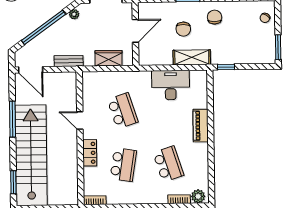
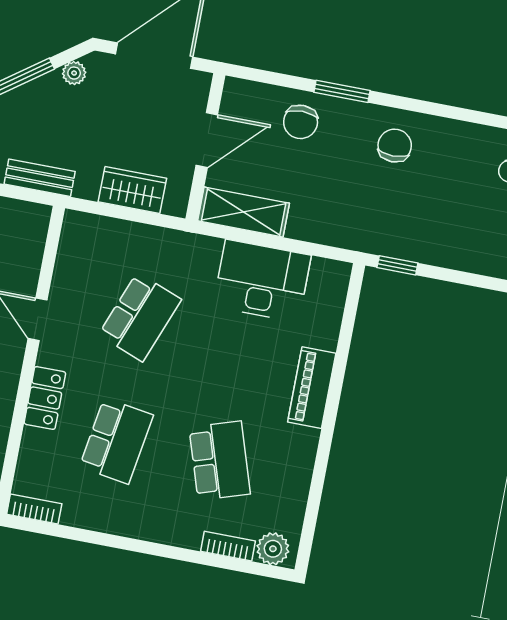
chair: (183, 29) -> (301, 122), moved
shelving: (192, 57) -> (244, 212), moved
school desk: (123, 111) -> (140, 317), turned 39

